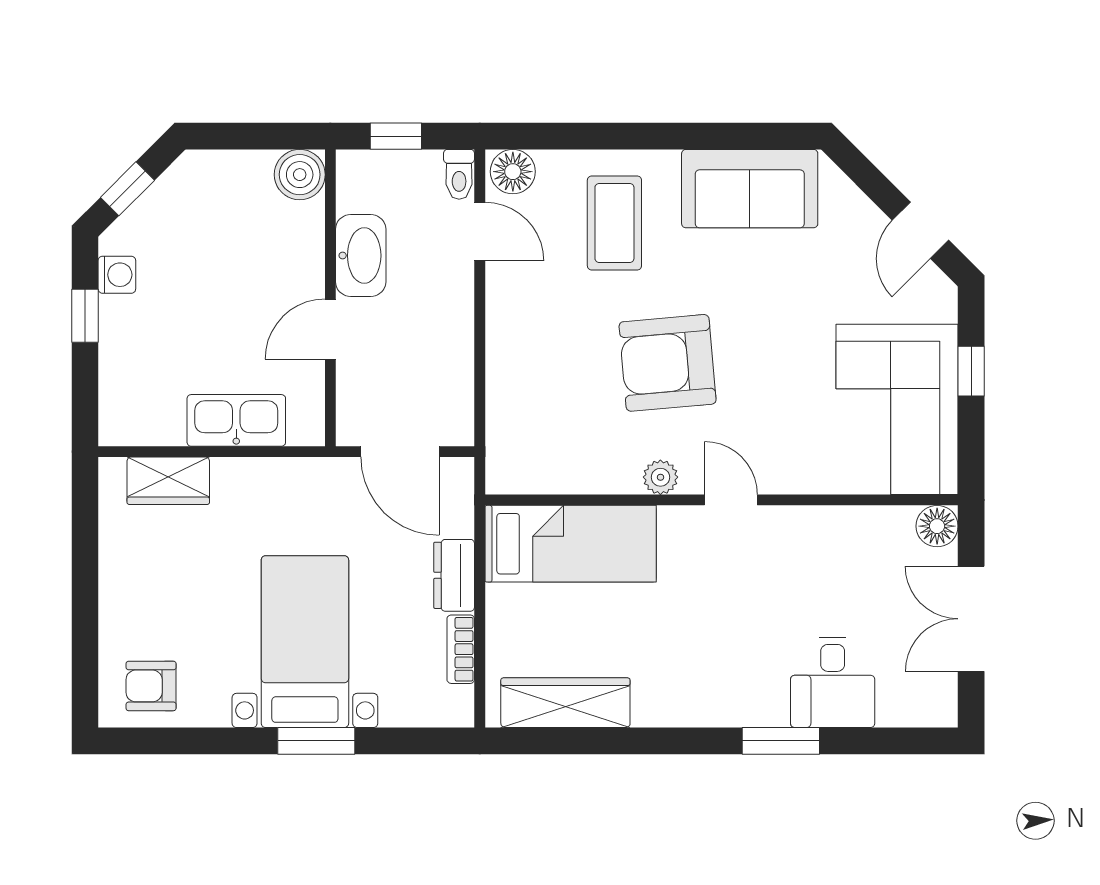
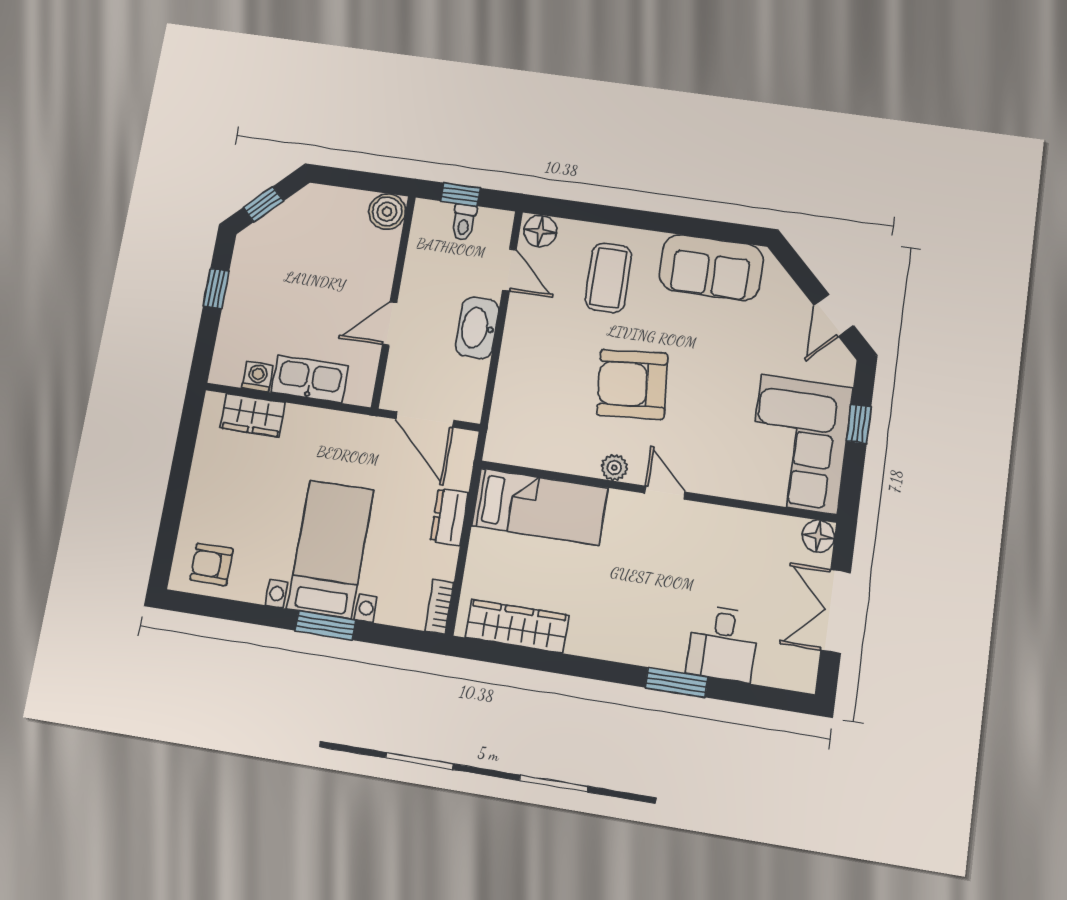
toilet: (459, 174) -> (464, 222), moved
washbasin: (361, 256) -> (477, 328), moved, turned 180
washing machine: (117, 275) -> (258, 377), moved, turned -90
bookcase: (461, 649) -> (439, 607), moved

